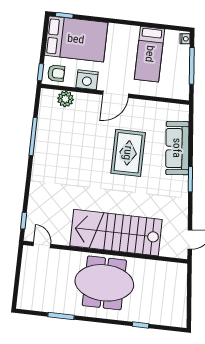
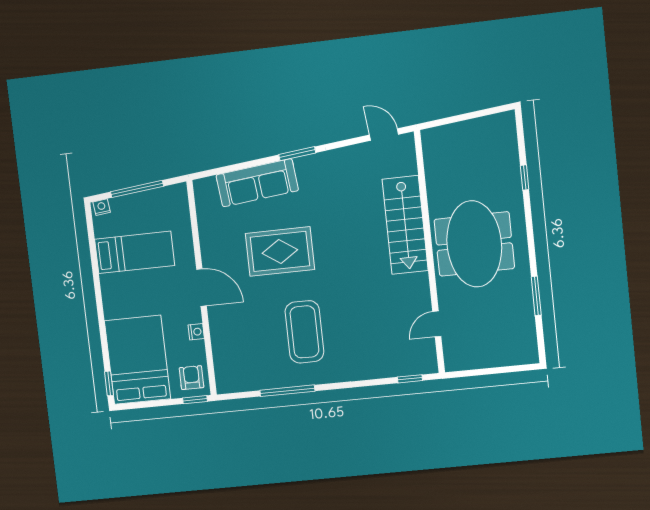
nightstand: (87, 80) -> (196, 332), width x0.53, depth x0.56
plant: (65, 99) -> (224, 357), removed
coffee table: (71, 157) -> (304, 332), added
stairs: (116, 233) -> (405, 225), width x0.73, depth x0.66
door: (42, 245) -> (437, 324), moved

